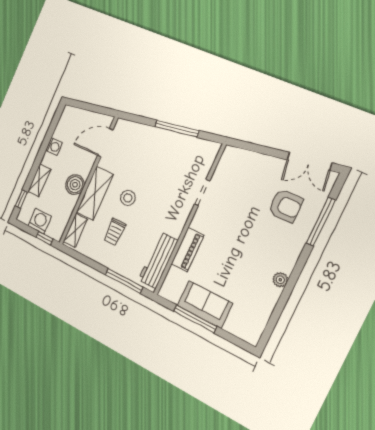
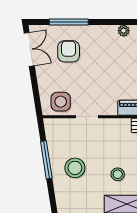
stool: (155, 156) -> (75, 168), added
side table: (232, 171) -> (61, 102), added

